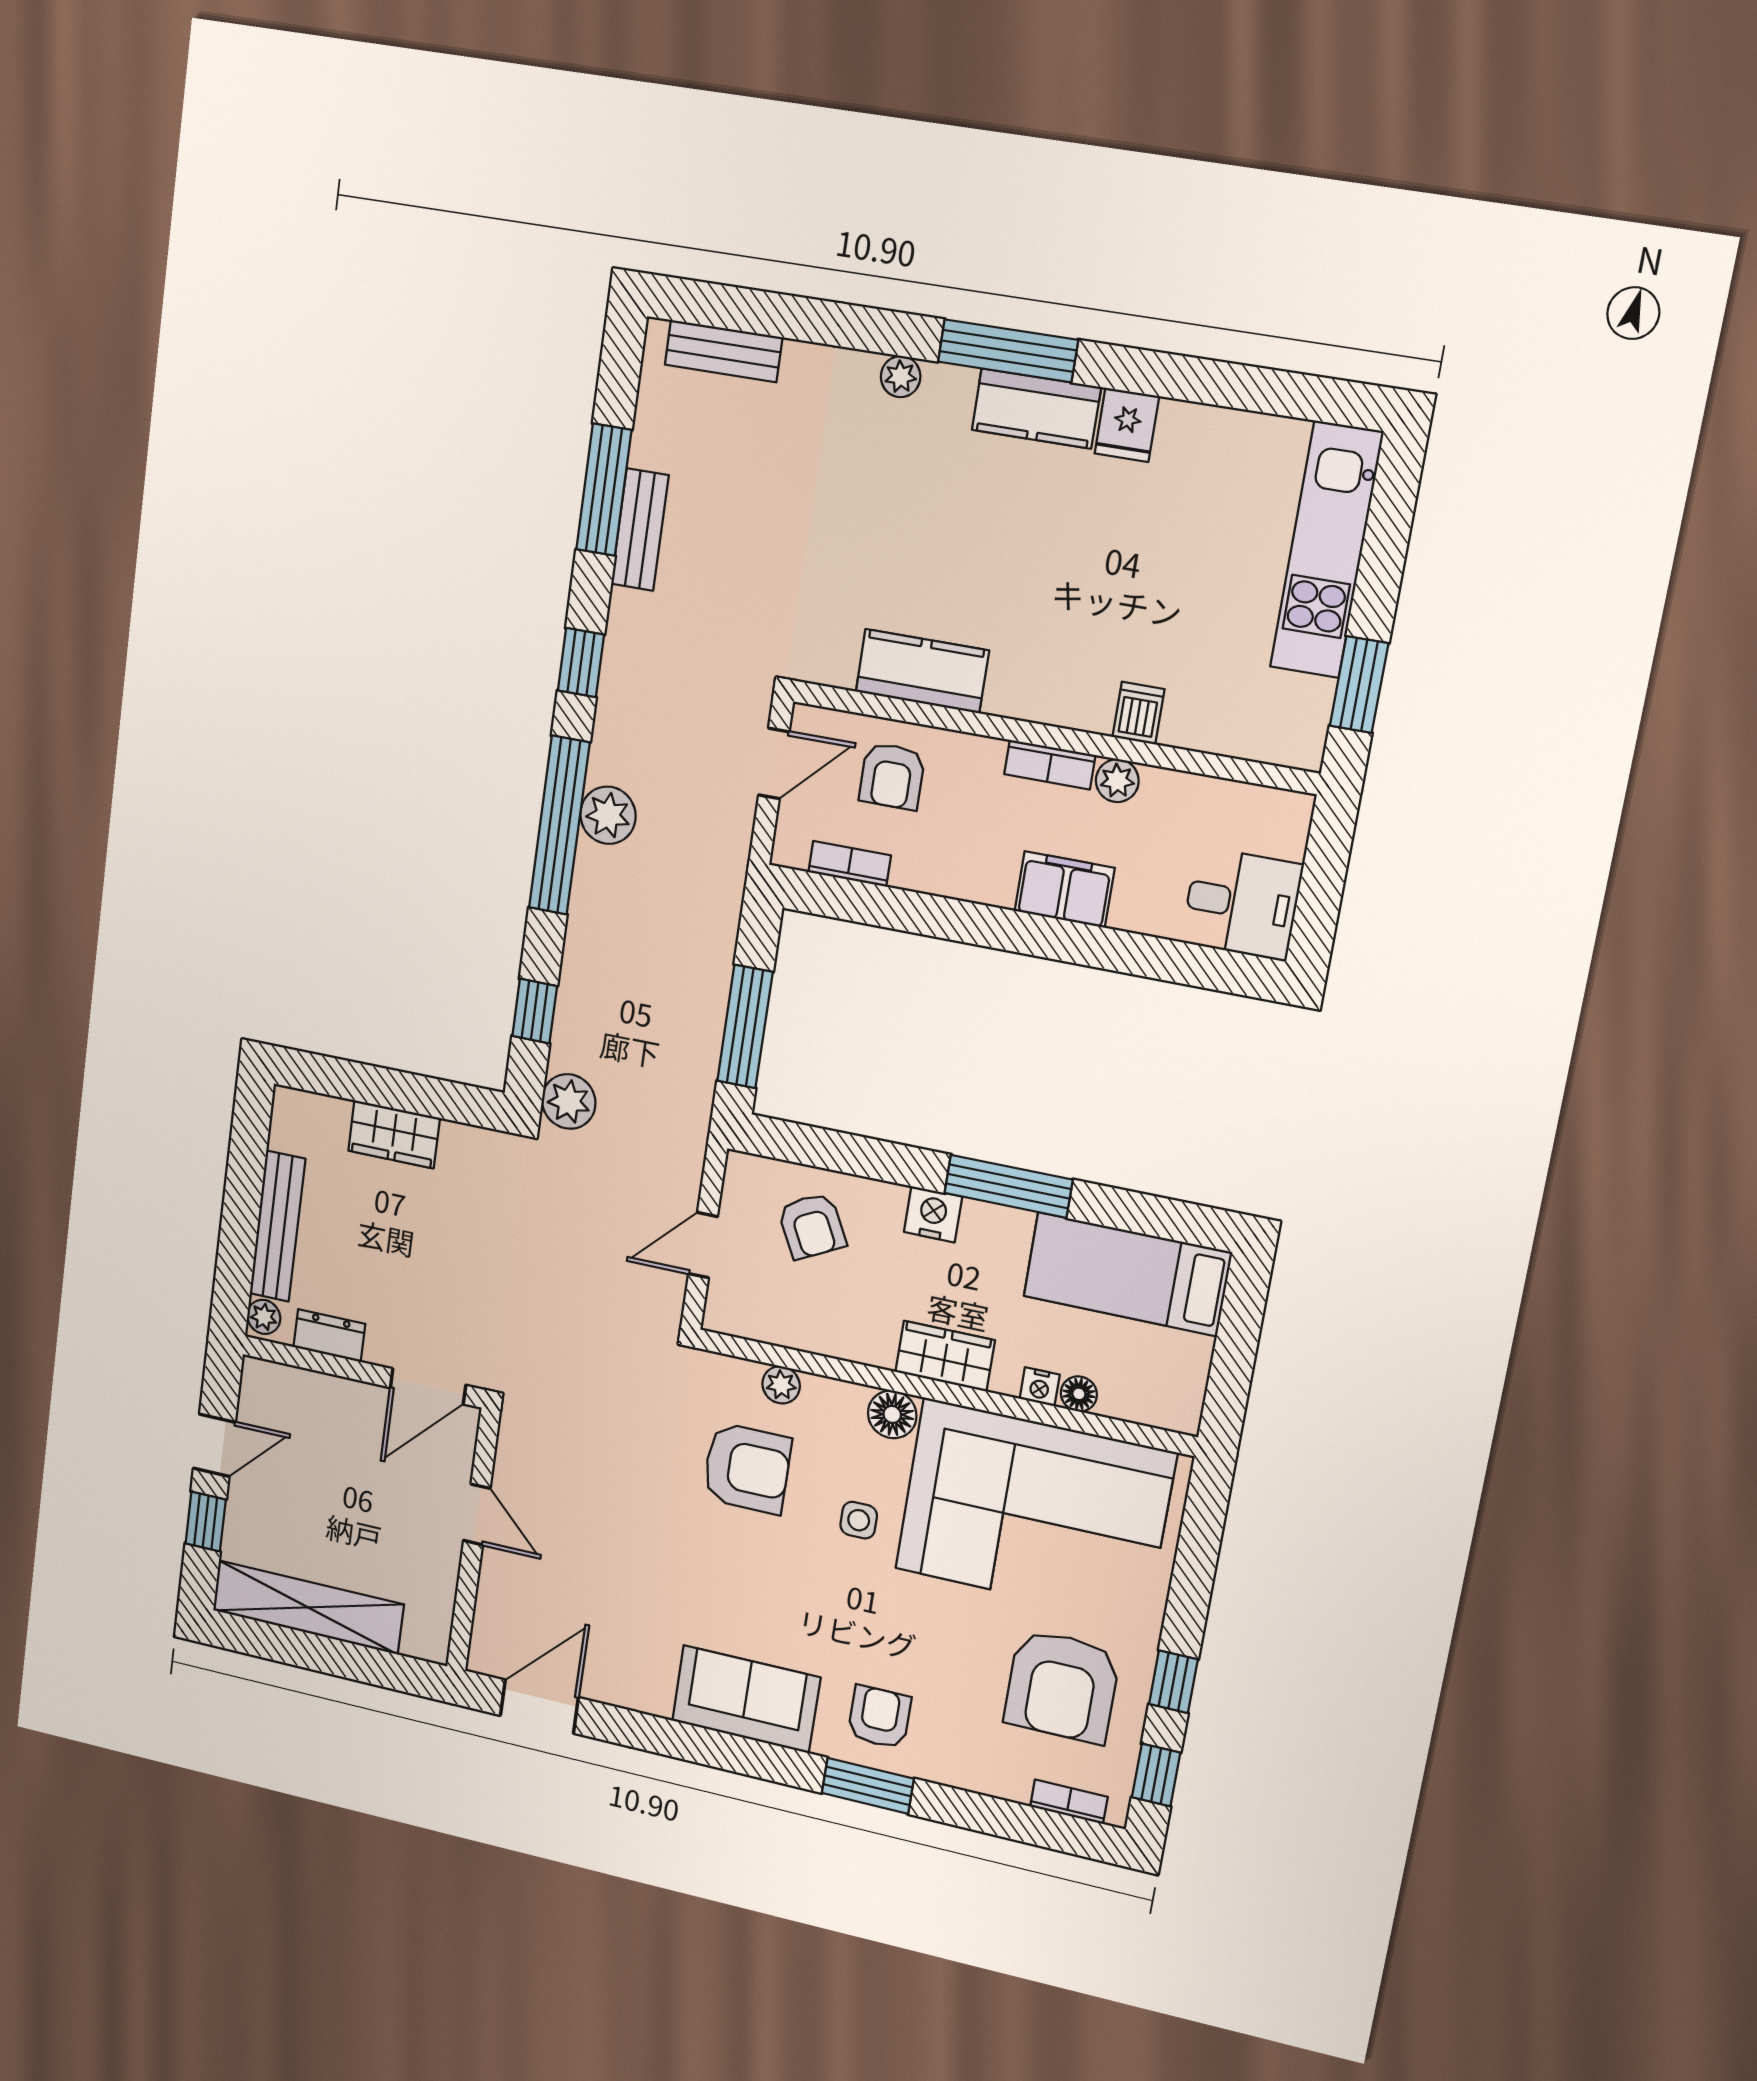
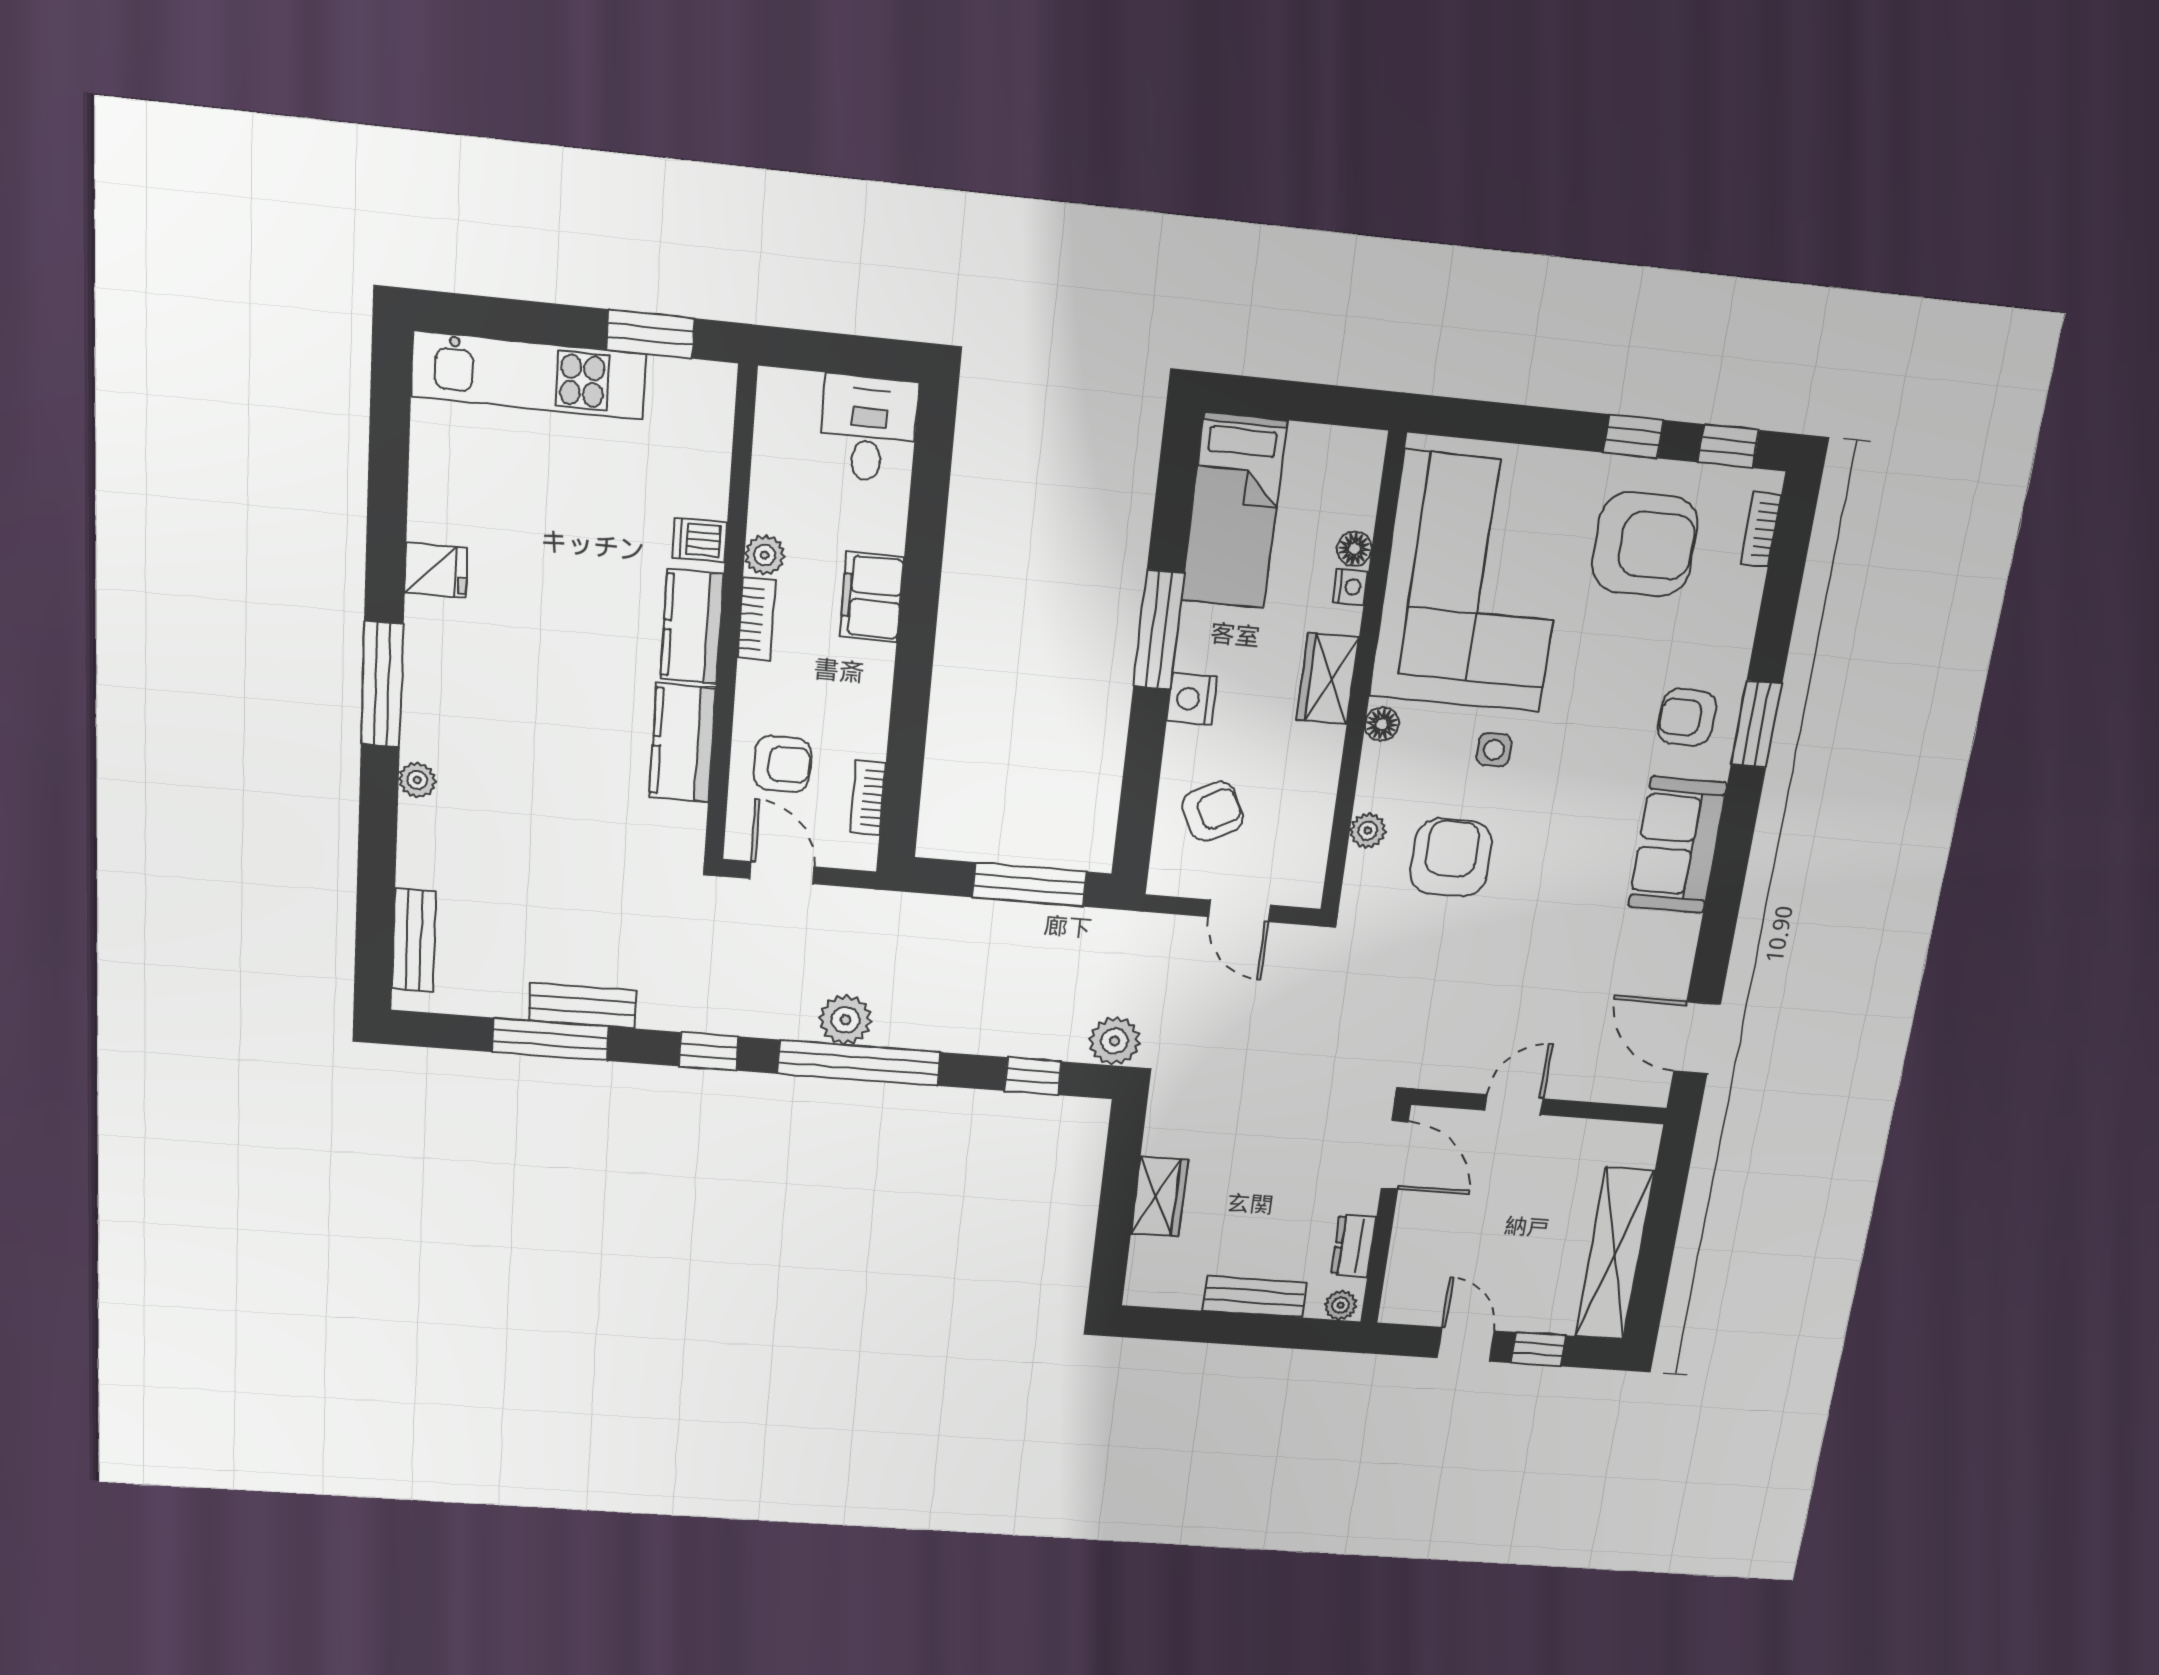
kitchen counter: (1036, 409) -> (692, 627), moved, turned 180
bench: (277, 1226) -> (1255, 1297), width x0.73
floor lamp: (892, 1414) -> (1382, 724), width x0.73, depth x0.73

